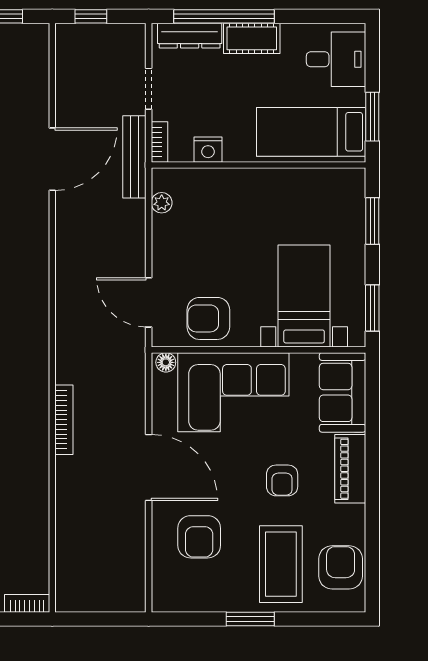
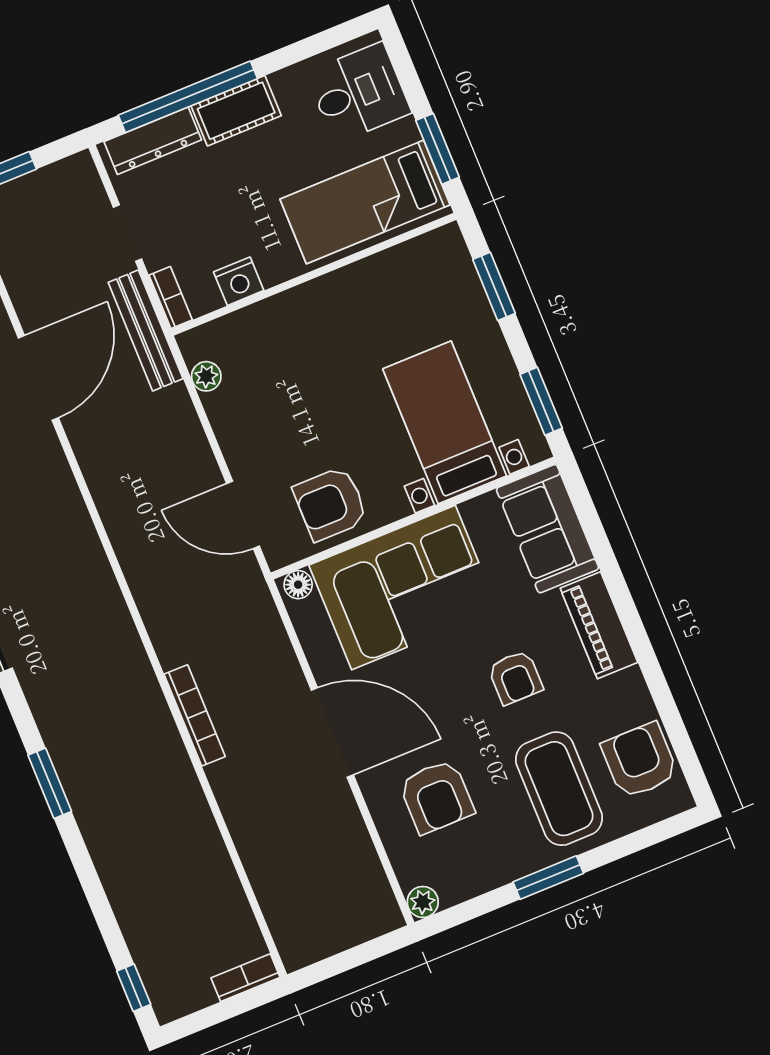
plant: (162, 601) -> (423, 902), added

